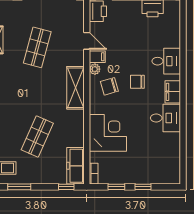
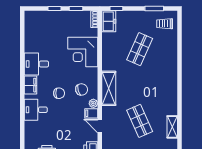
shop shelf: (37, 47) -> (140, 121), turned -39
freezer: (75, 166) -> (109, 21), width x0.71

